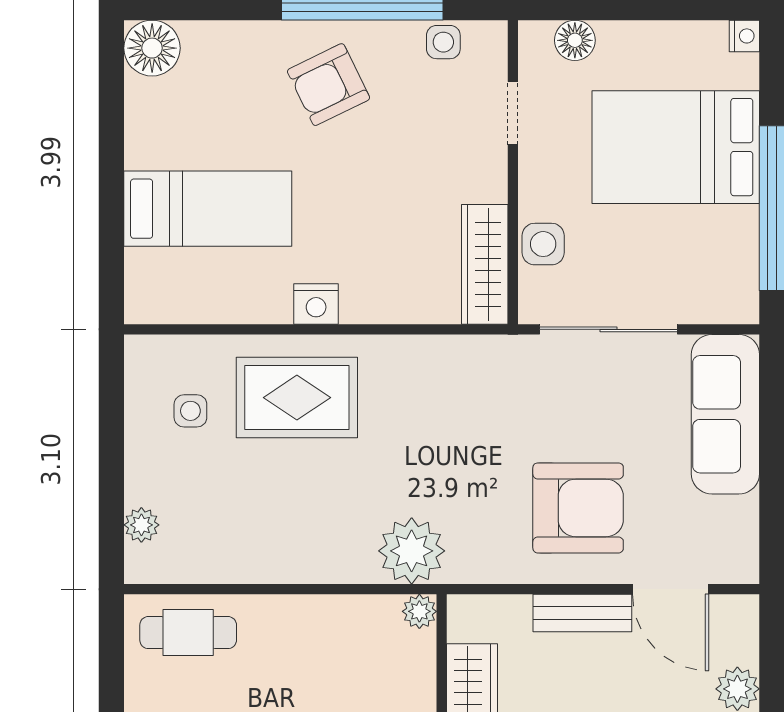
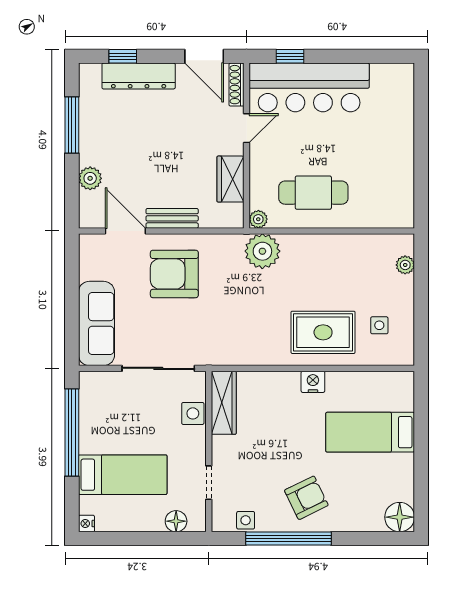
bed: (676, 147) -> (123, 475), width x0.67
cafe table: (188, 633) -> (313, 193), moved, width x1.37, depth x1.35

